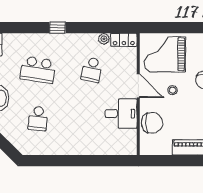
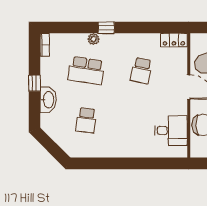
plant: (104, 39) -> (93, 39), moved
desk: (121, 114) -> (171, 131), moved

